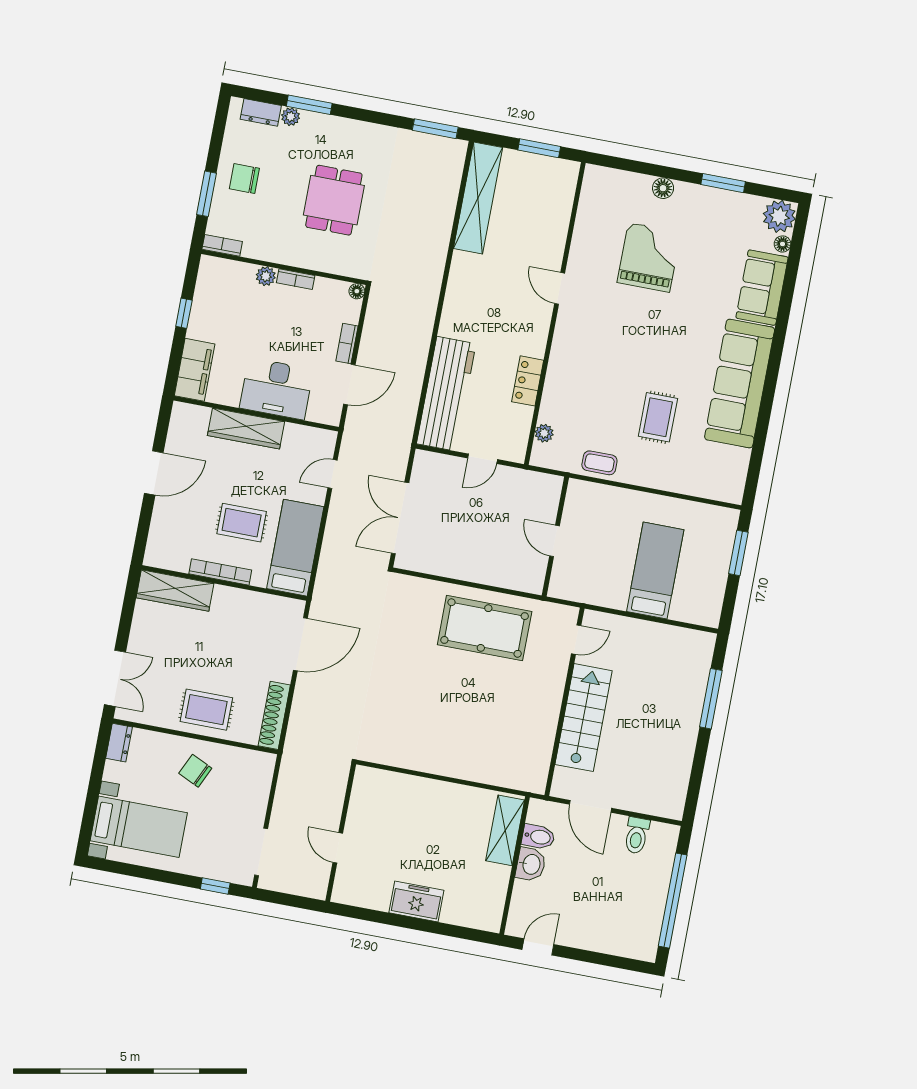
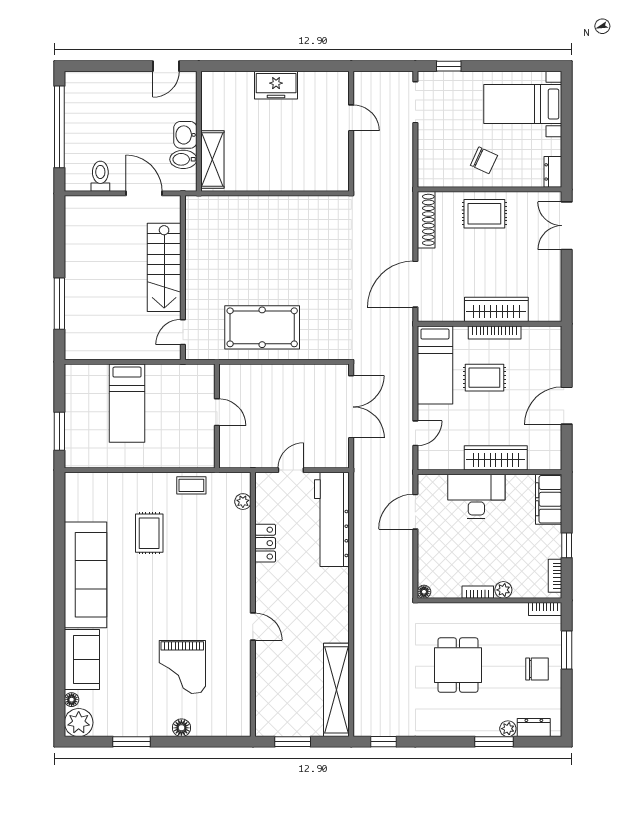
window: (435, 129) -> (384, 742), width x0.67
bookcase: (347, 343) -> (555, 576), moved, turned 180
wardrobe: (175, 591) -> (496, 309), moved

